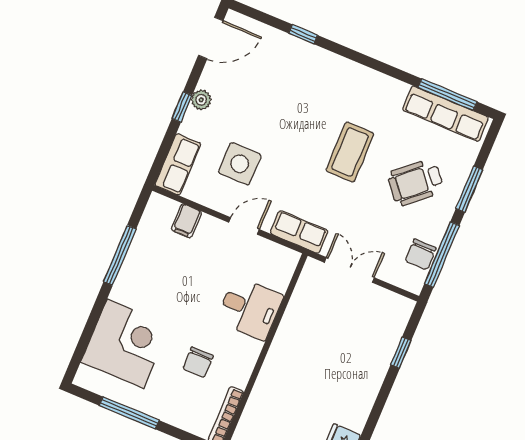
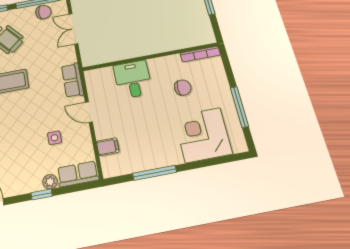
plant: (201, 100) -> (50, 182), moved
side table: (240, 164) -> (55, 138), width x0.54, depth x0.54
double door: (349, 270) -> (73, 29), moved

